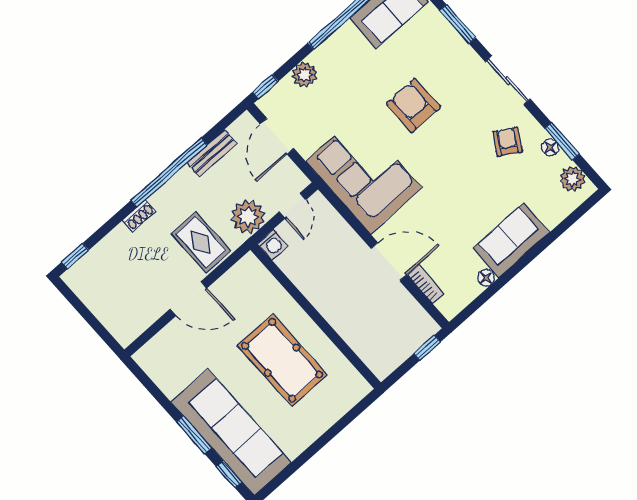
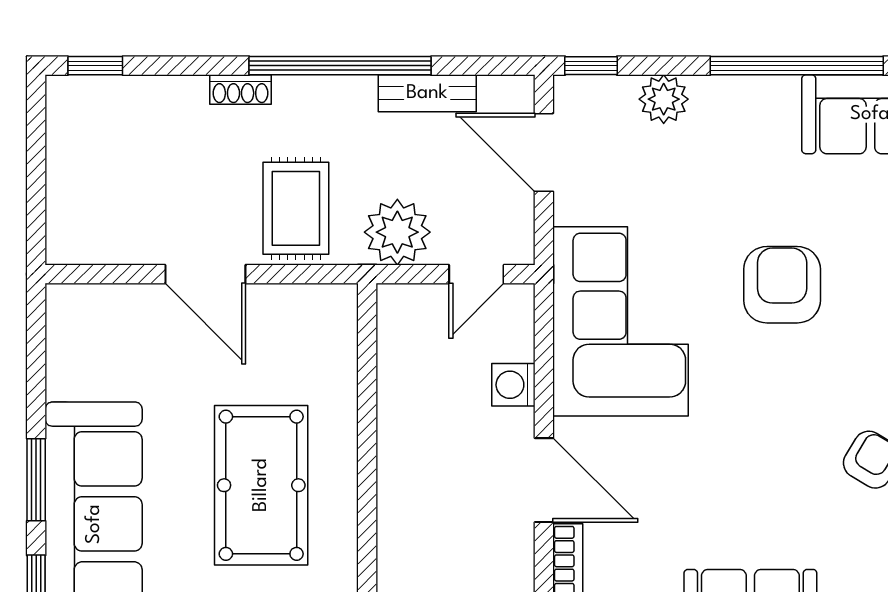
door: (277, 136) -> (544, 152), hinge flipped
washing machine: (273, 244) -> (513, 385), moved, turned 90

